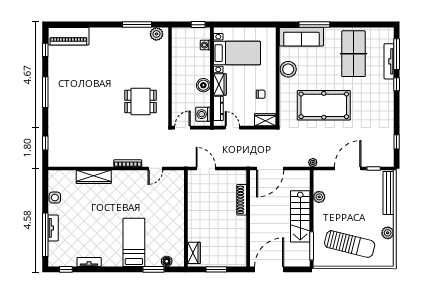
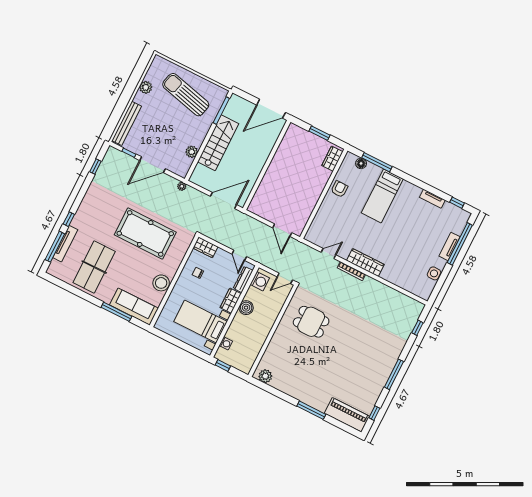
window: (137, 25) -> (311, 410), moved
wardrobe: (94, 177) -> (365, 263), moved
shoe rack: (242, 200) -> (264, 185), removed
armchair: (174, 229) -> (339, 189), added
window: (153, 269) -> (377, 162), width x1.44

